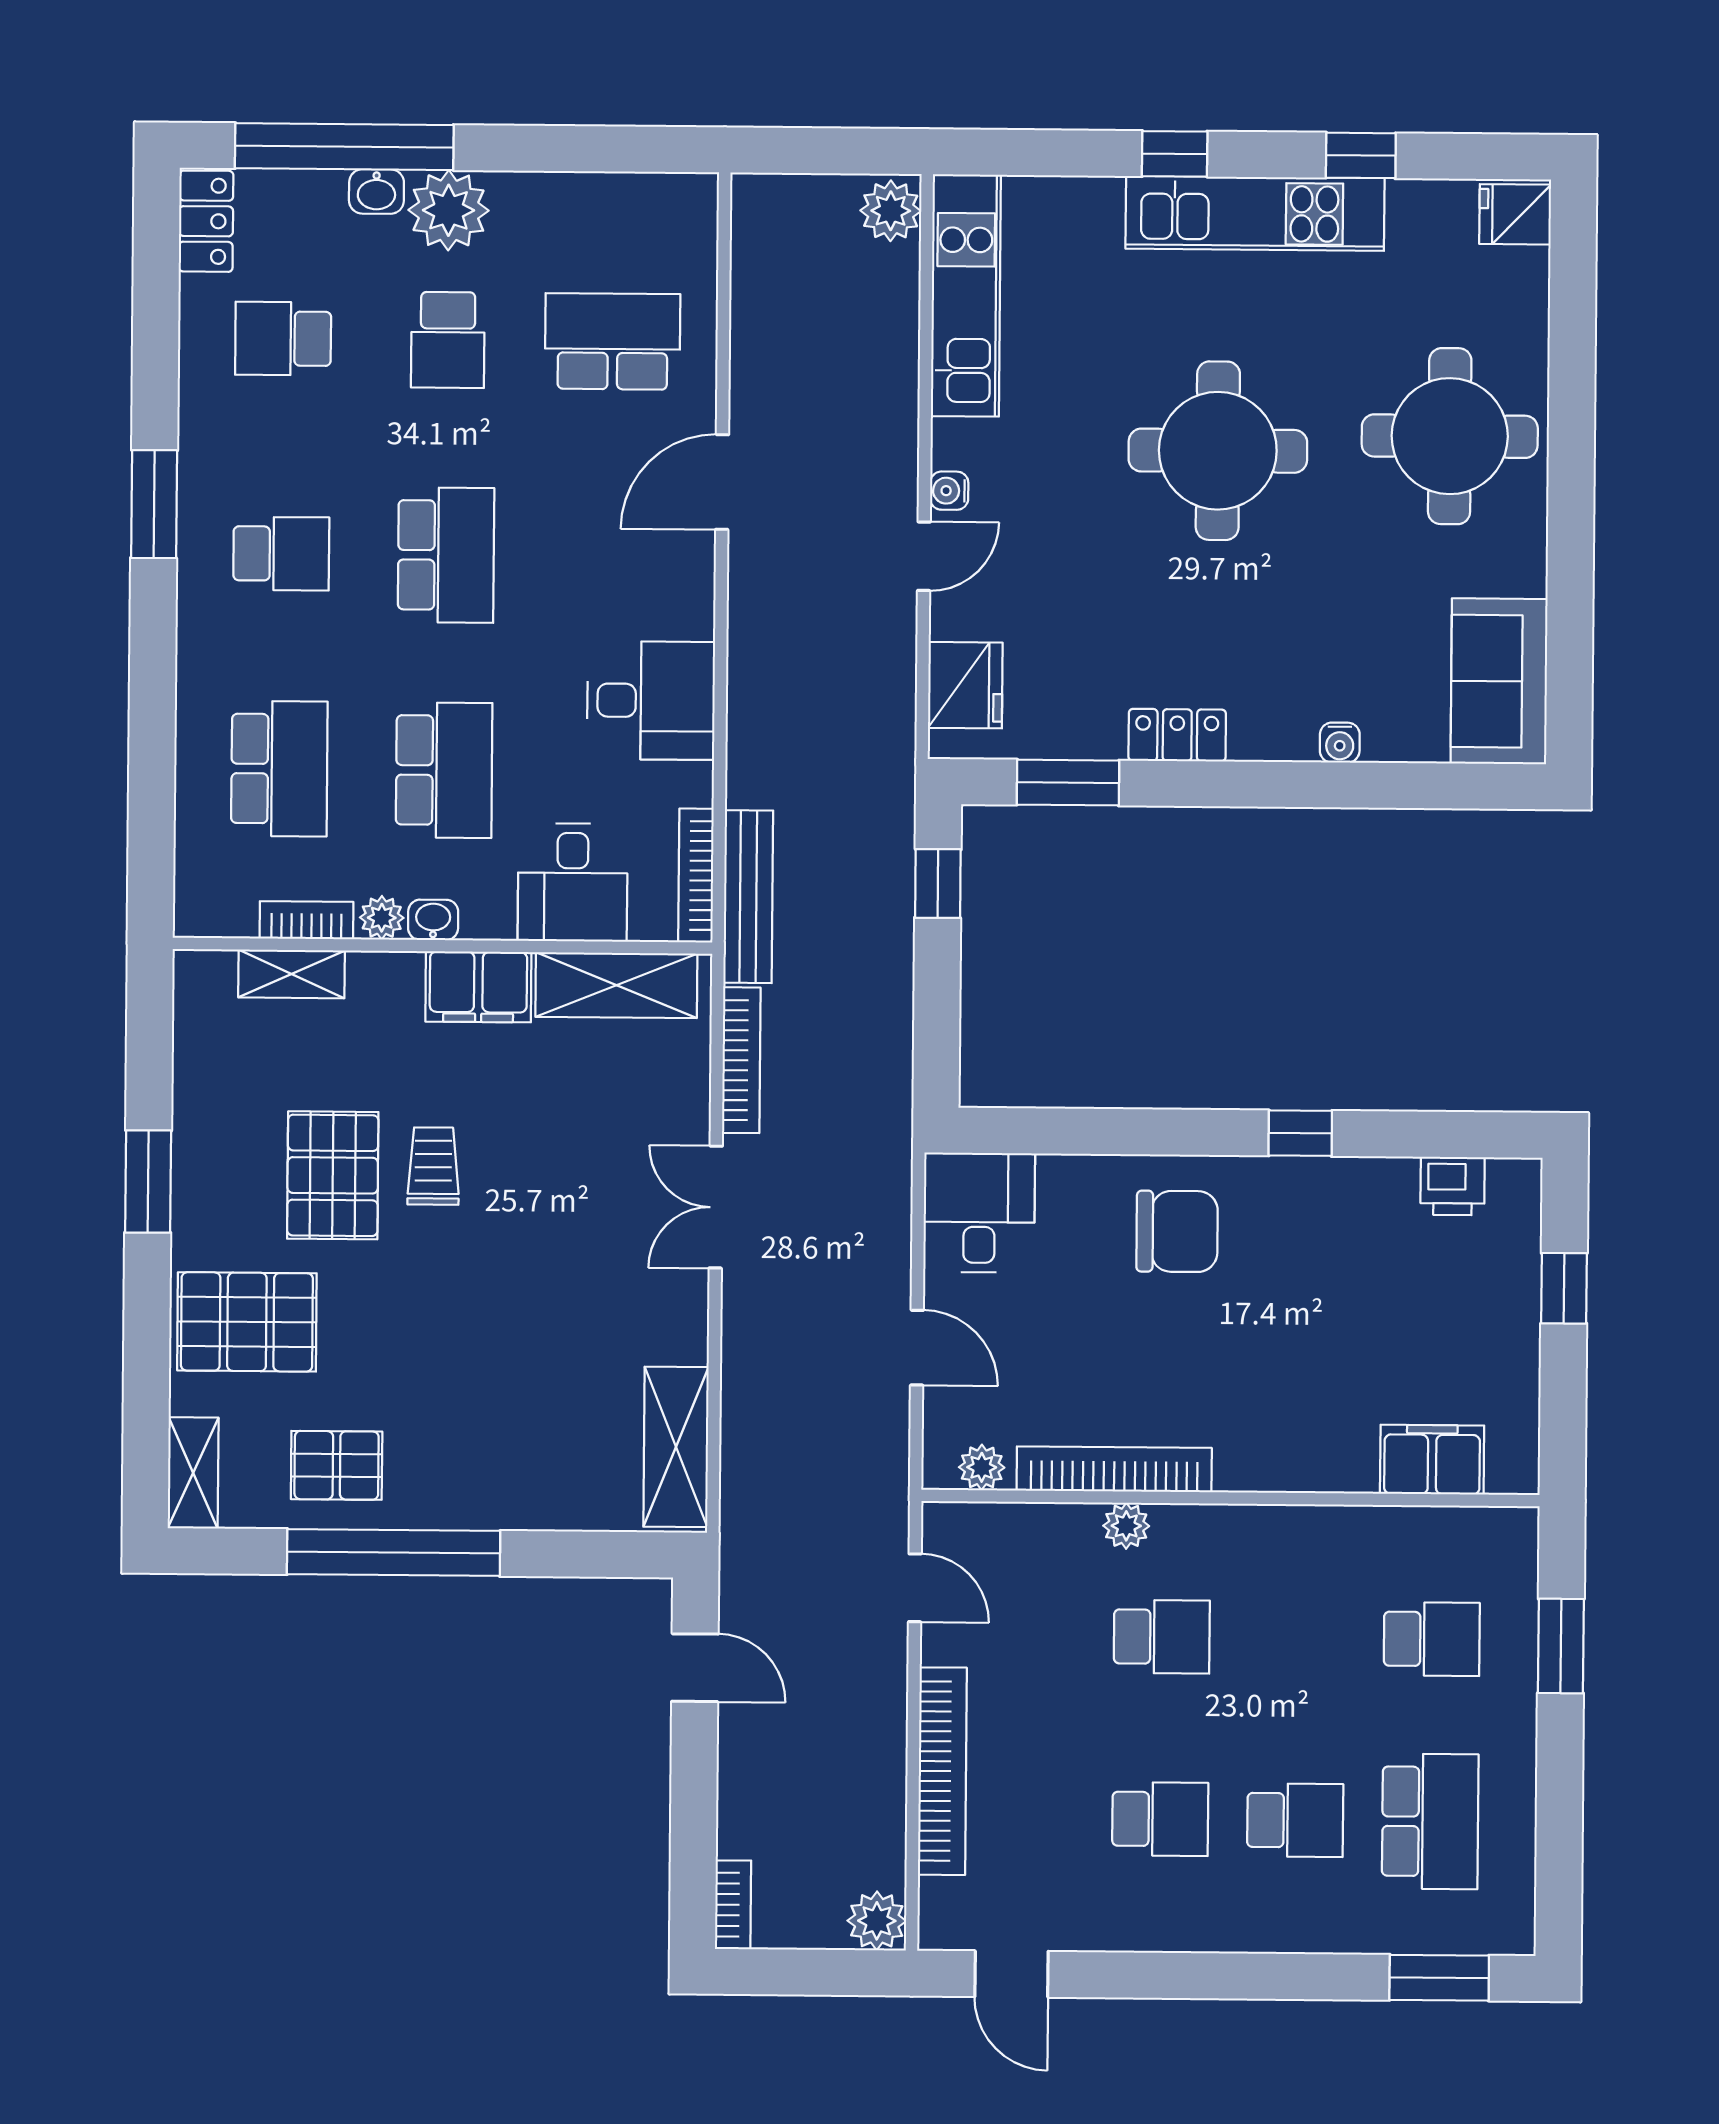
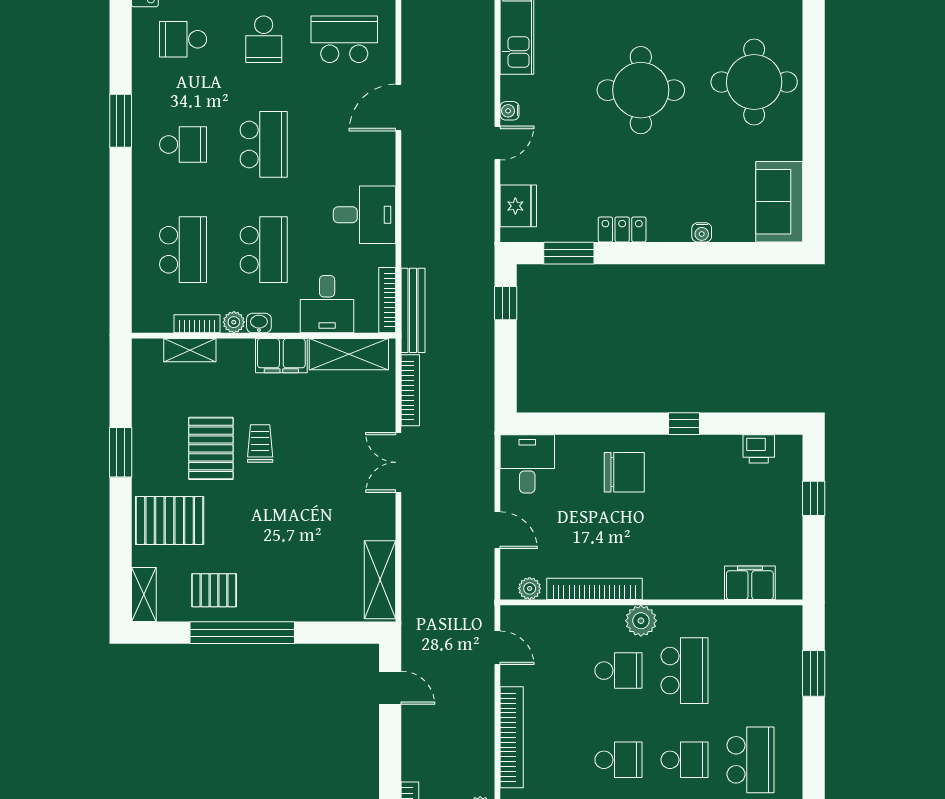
plant: (1126, 1526) -> (641, 621), moved, width x1.38, depth x1.38
school desk: (1432, 1639) -> (684, 671), moved, width x1.85

